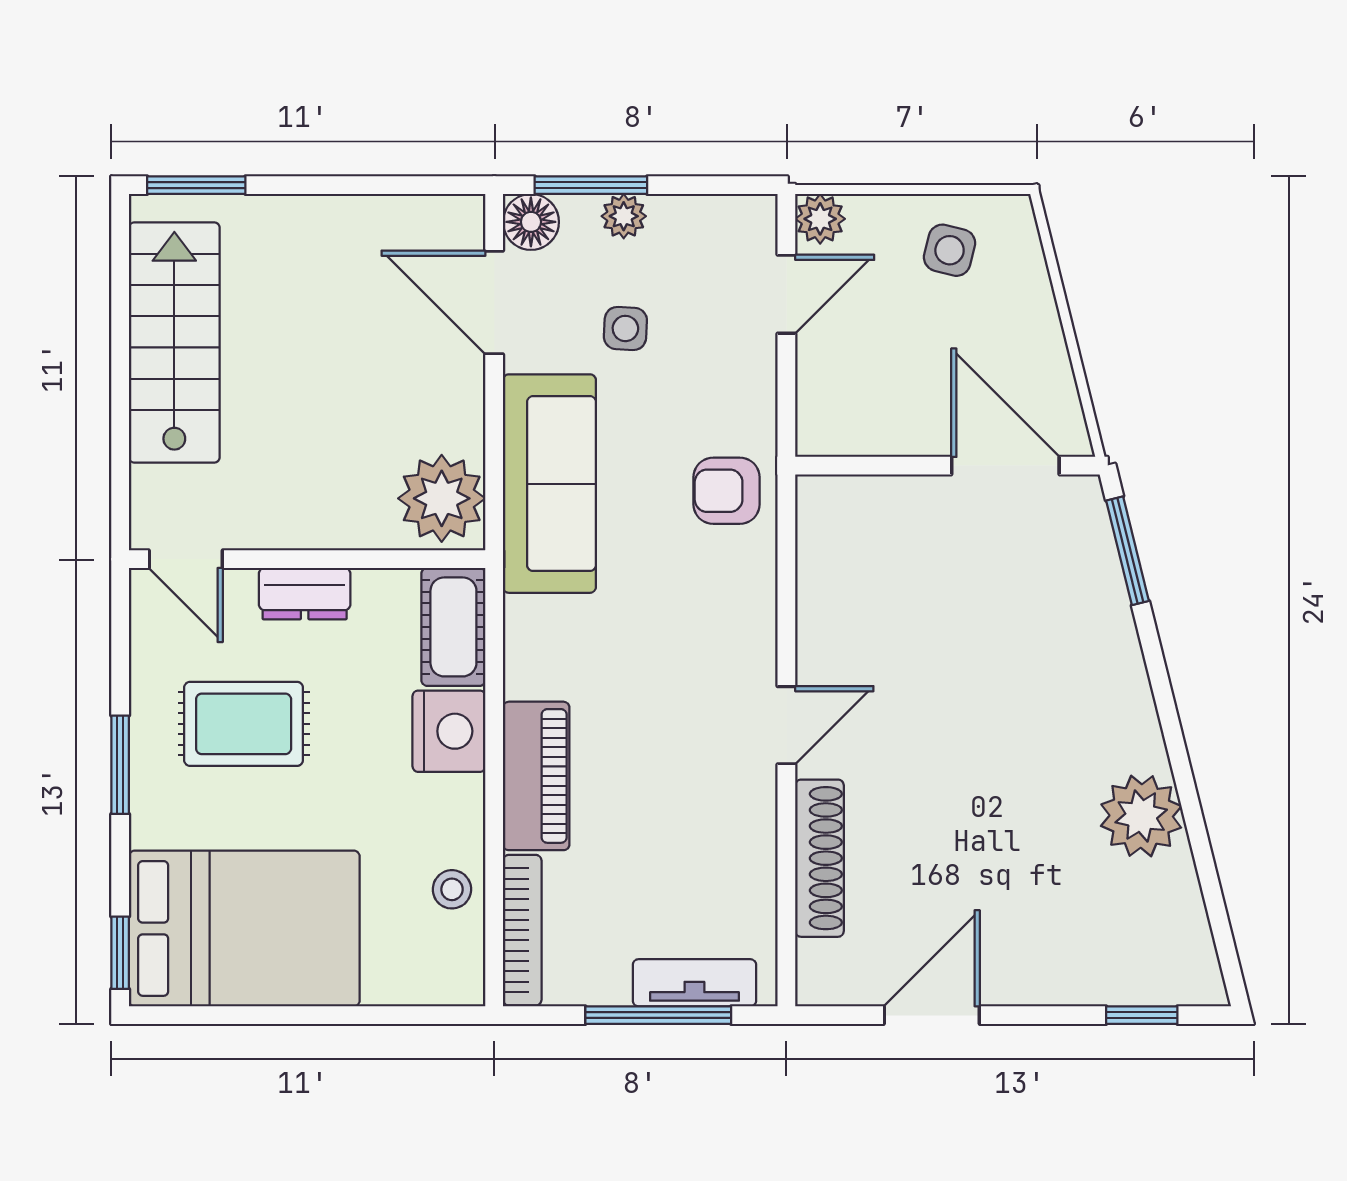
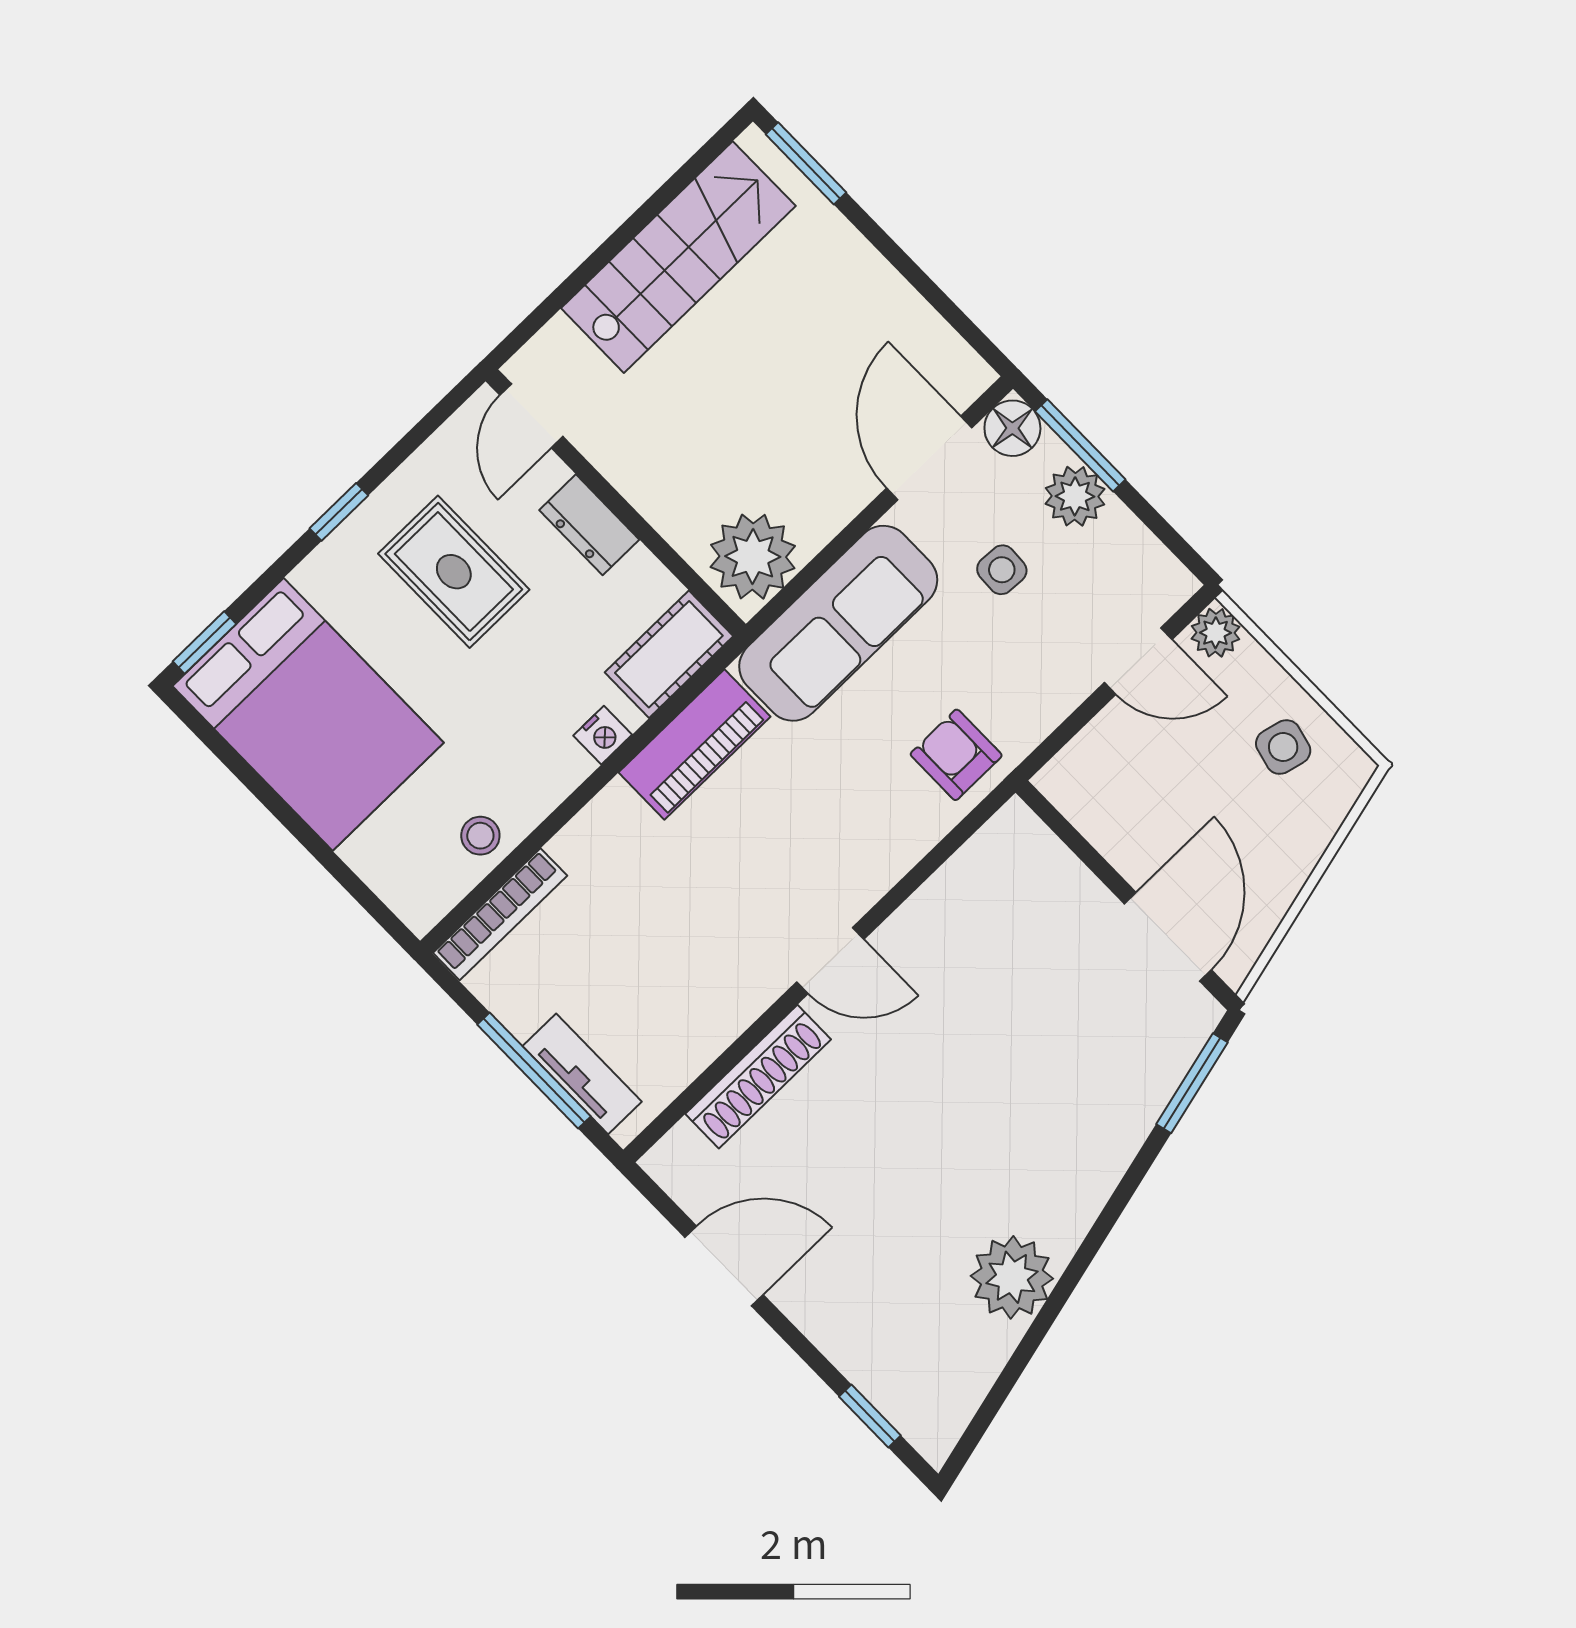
plant: (624, 216) -> (1075, 496), width x1.38, depth x1.38
nightstand: (449, 731) -> (603, 735), width x0.53, depth x0.56
window: (120, 765) -> (339, 512), width x0.67
piano: (536, 776) -> (694, 745), moved

